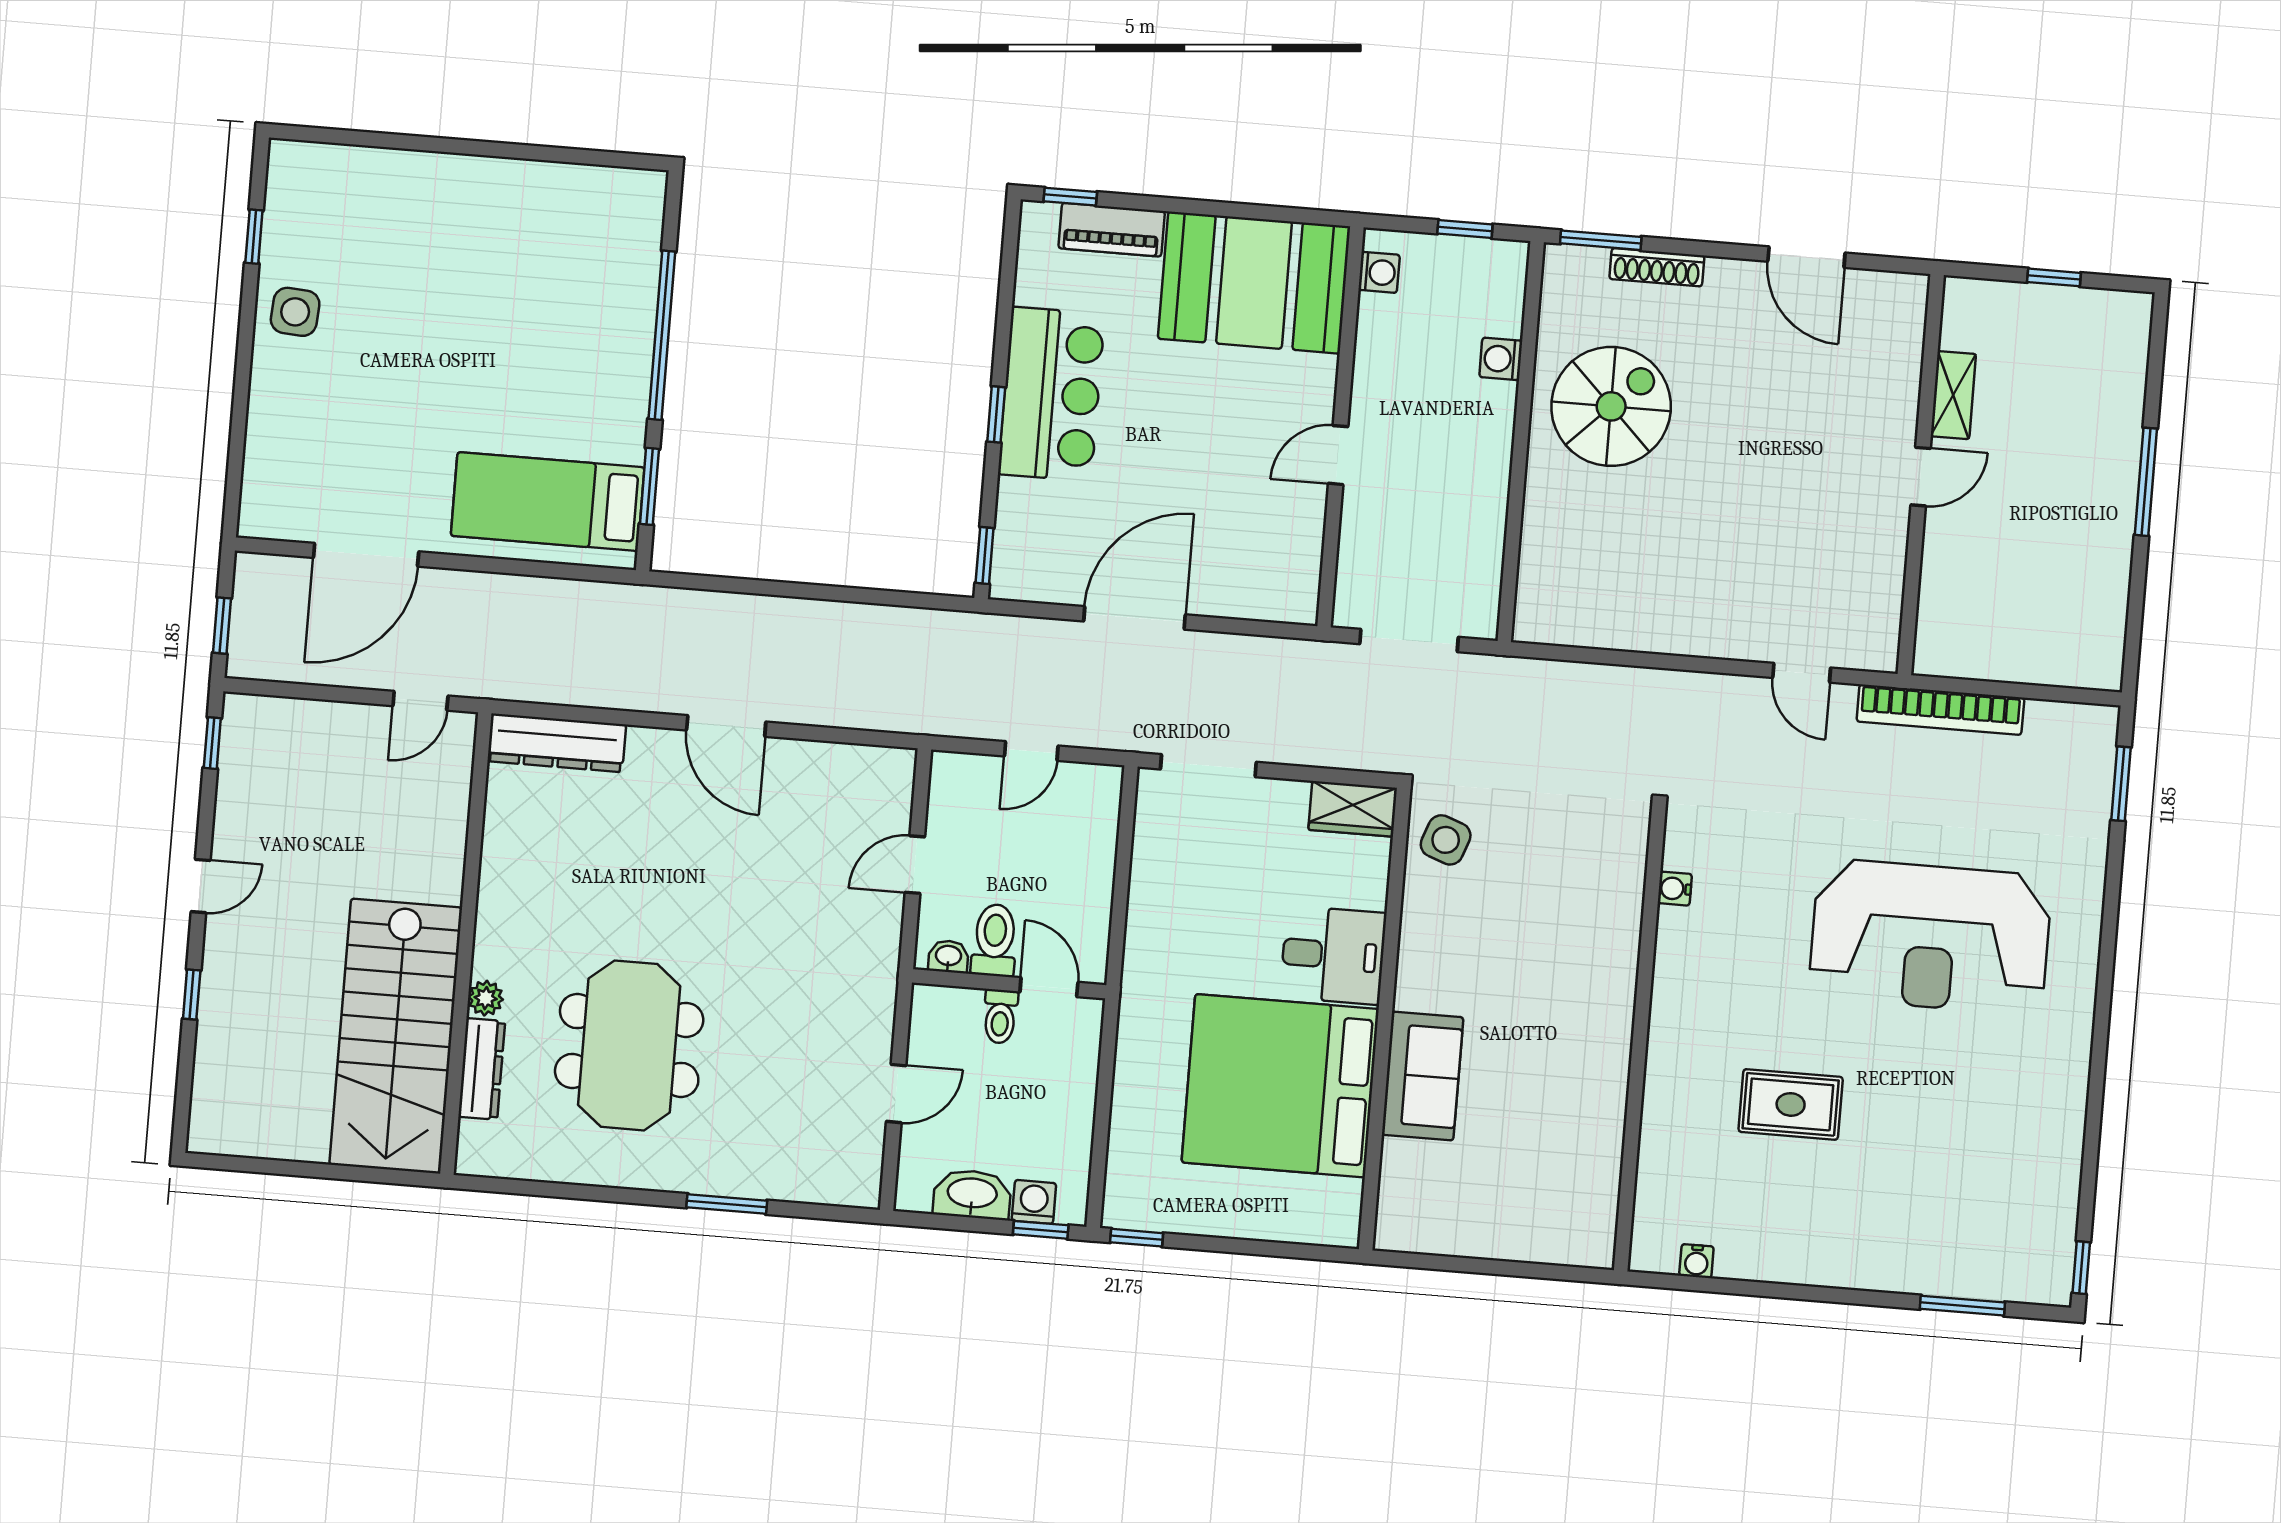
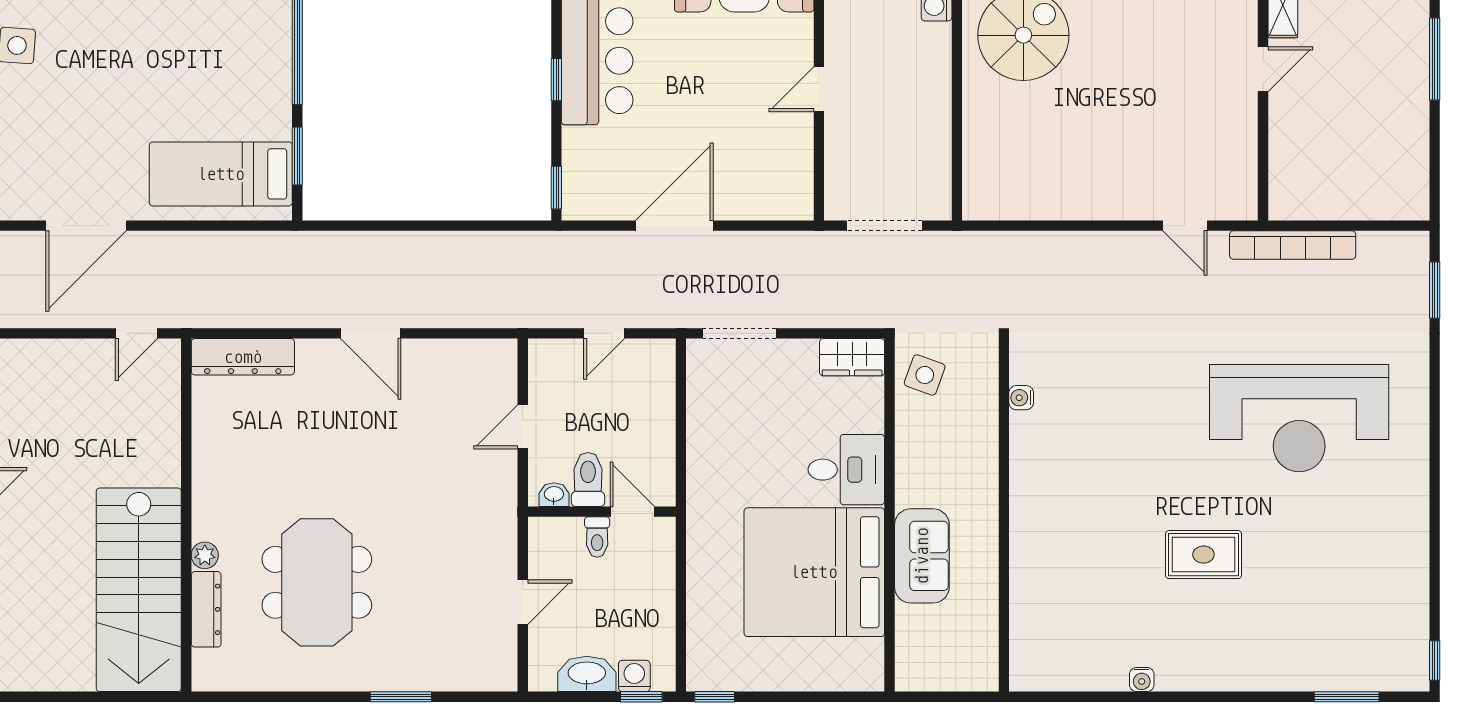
water cooler: (1675, 889) -> (1021, 398), moved
wall: (1640, 1040) -> (1004, 515), moved

